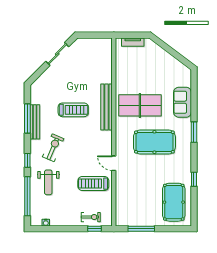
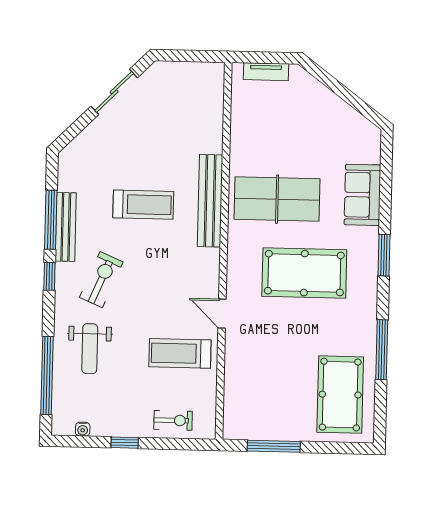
window: (27, 160) -> (49, 276), moved
window: (194, 179) -> (382, 350), width x2.17
window: (94, 229) -> (125, 443), moved

